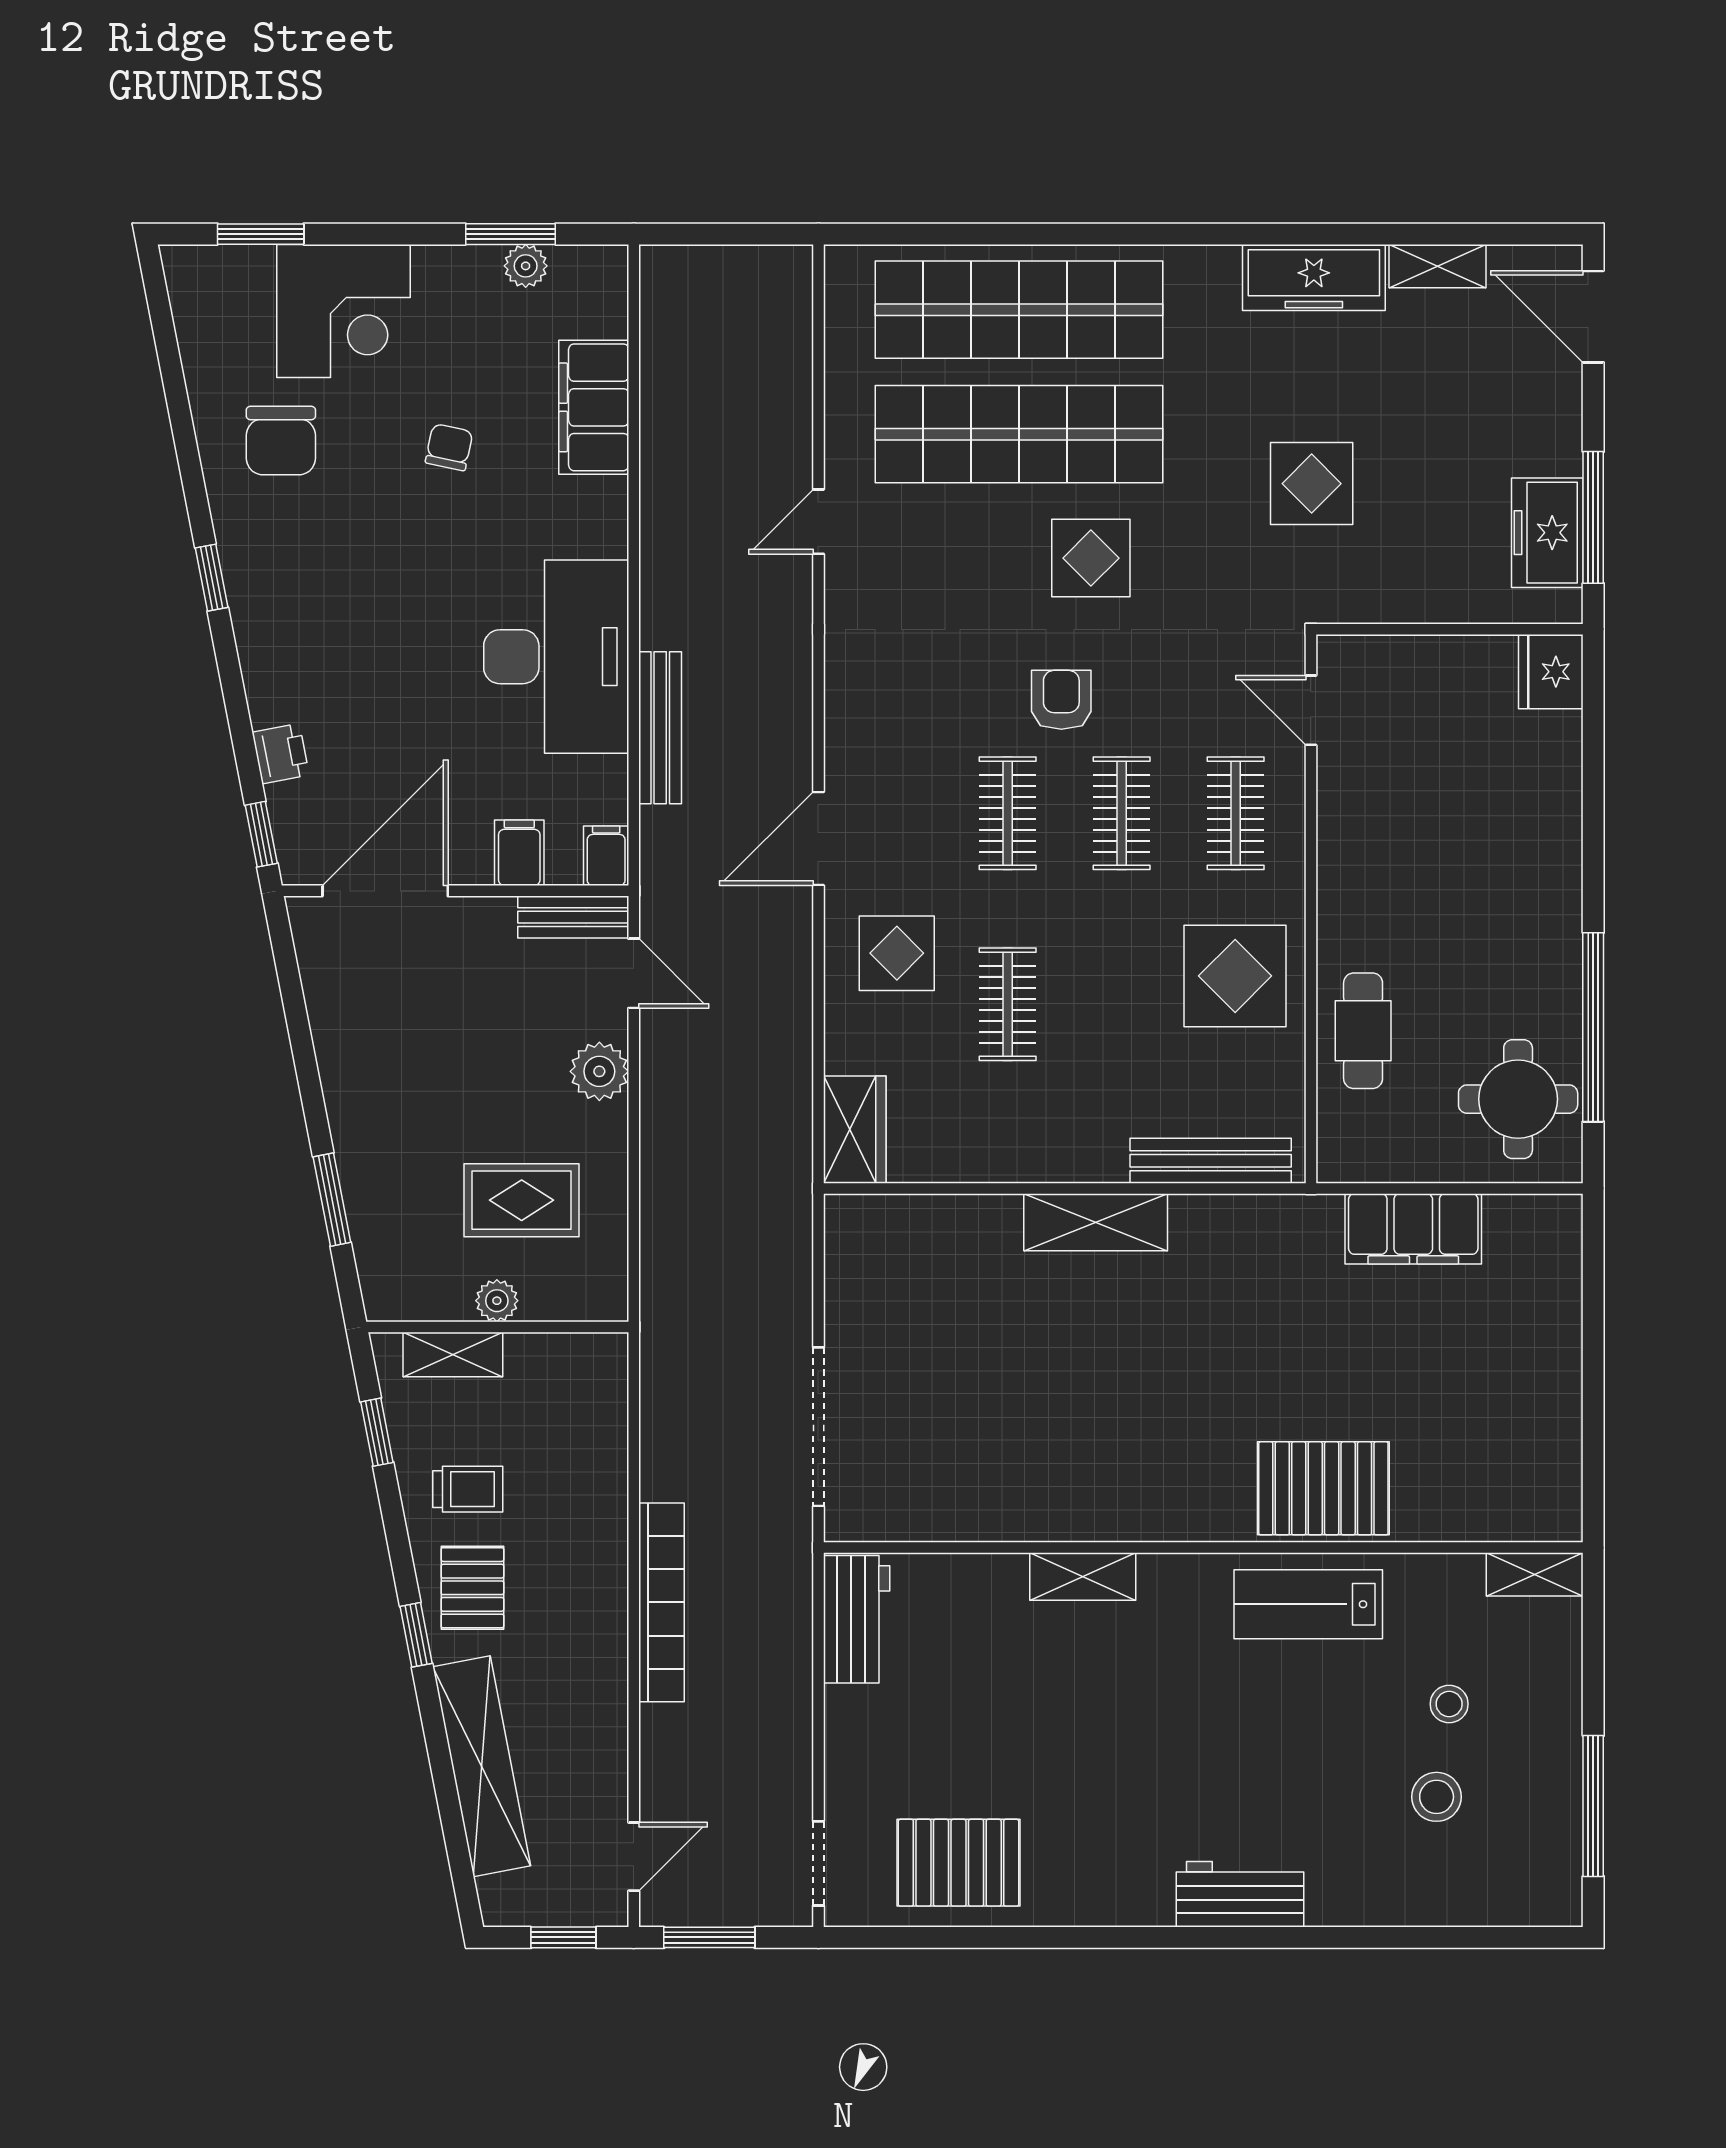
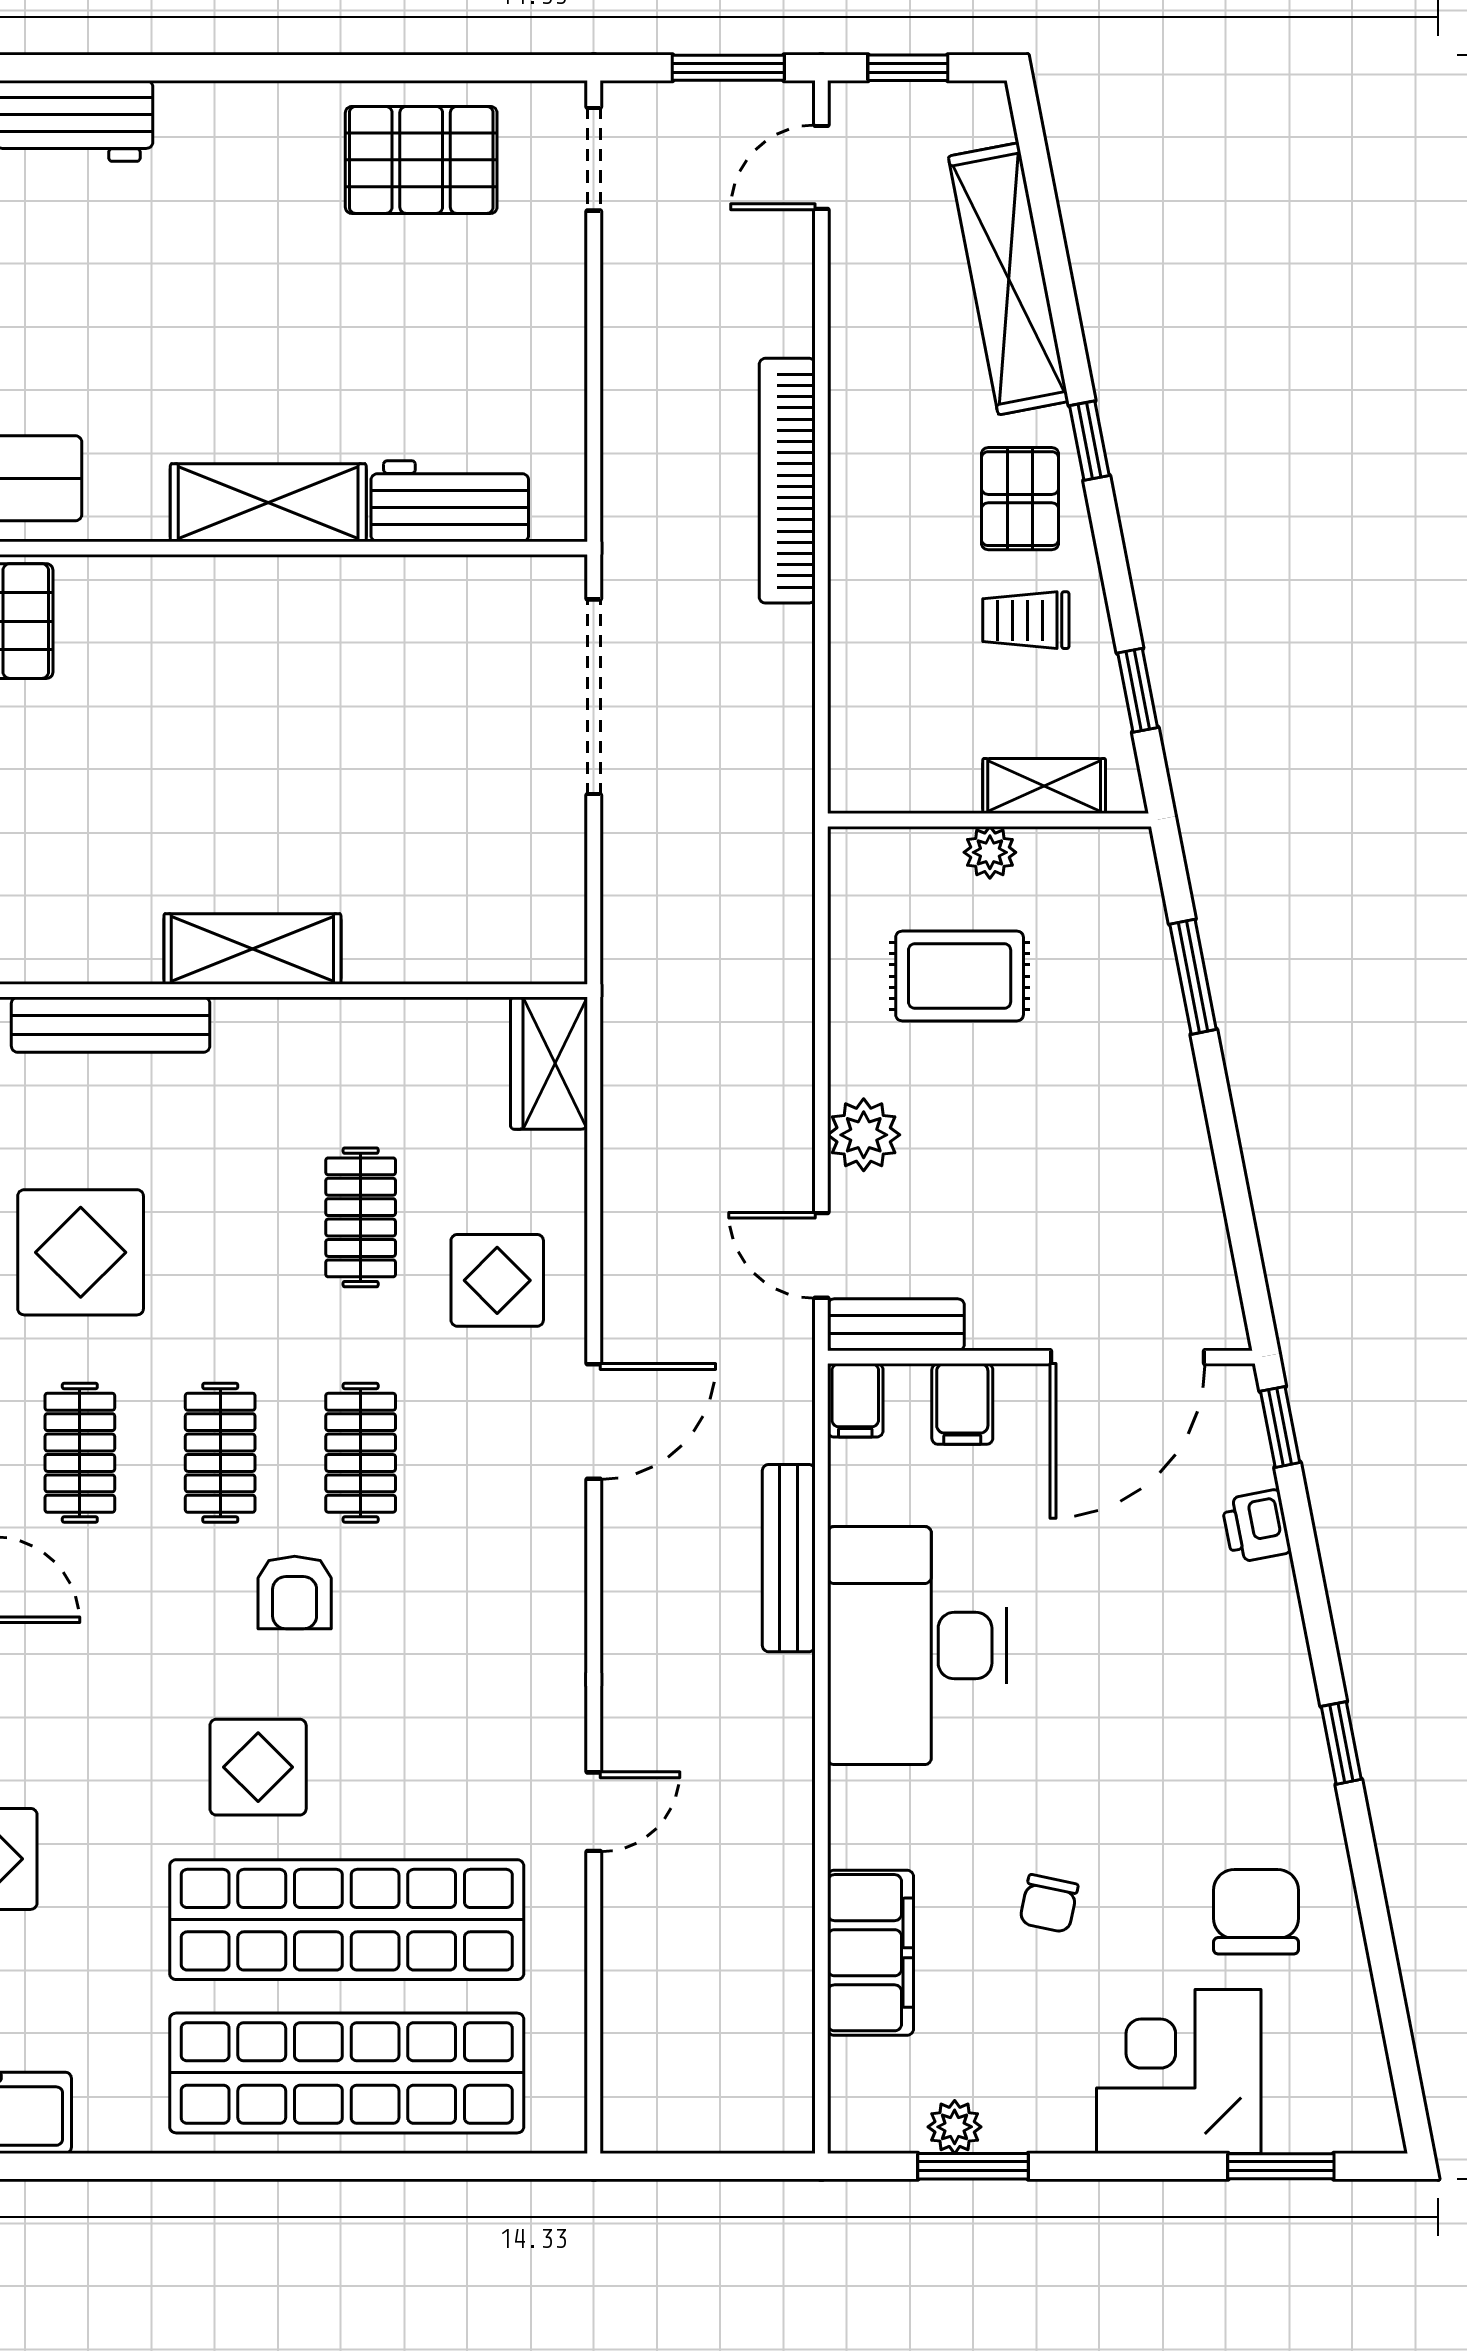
shelving: (1083, 1576) -> (268, 503), width x1.50, depth x1.33
workbench: (857, 1619) -> (450, 501), moved, turned 90

